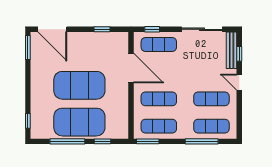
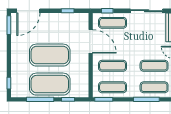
door: (52, 29) -> (28, 11), hinge flipped

